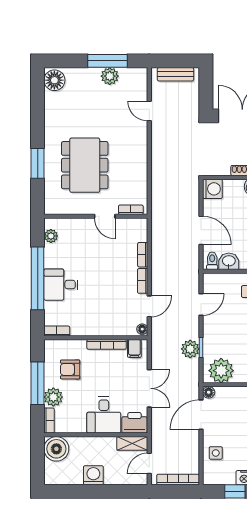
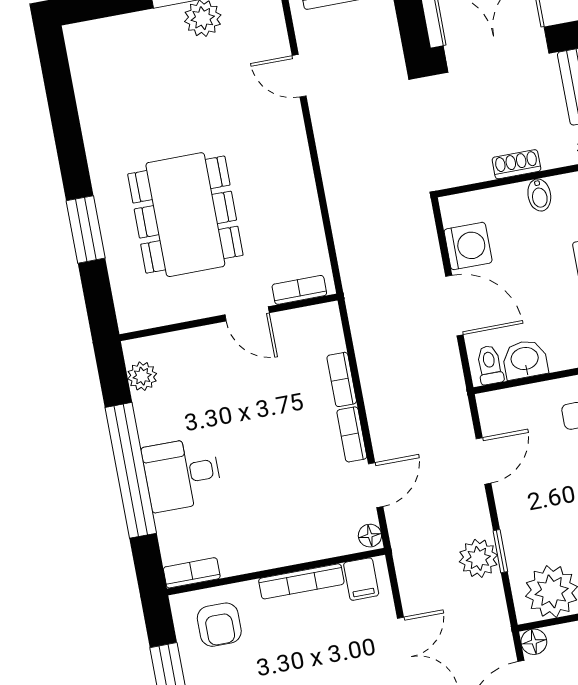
floor lamp: (54, 80) -> (88, 49), removed
washing machine: (212, 189) -> (468, 246), moved
armchair: (70, 369) -> (219, 625), moved, turned -90

